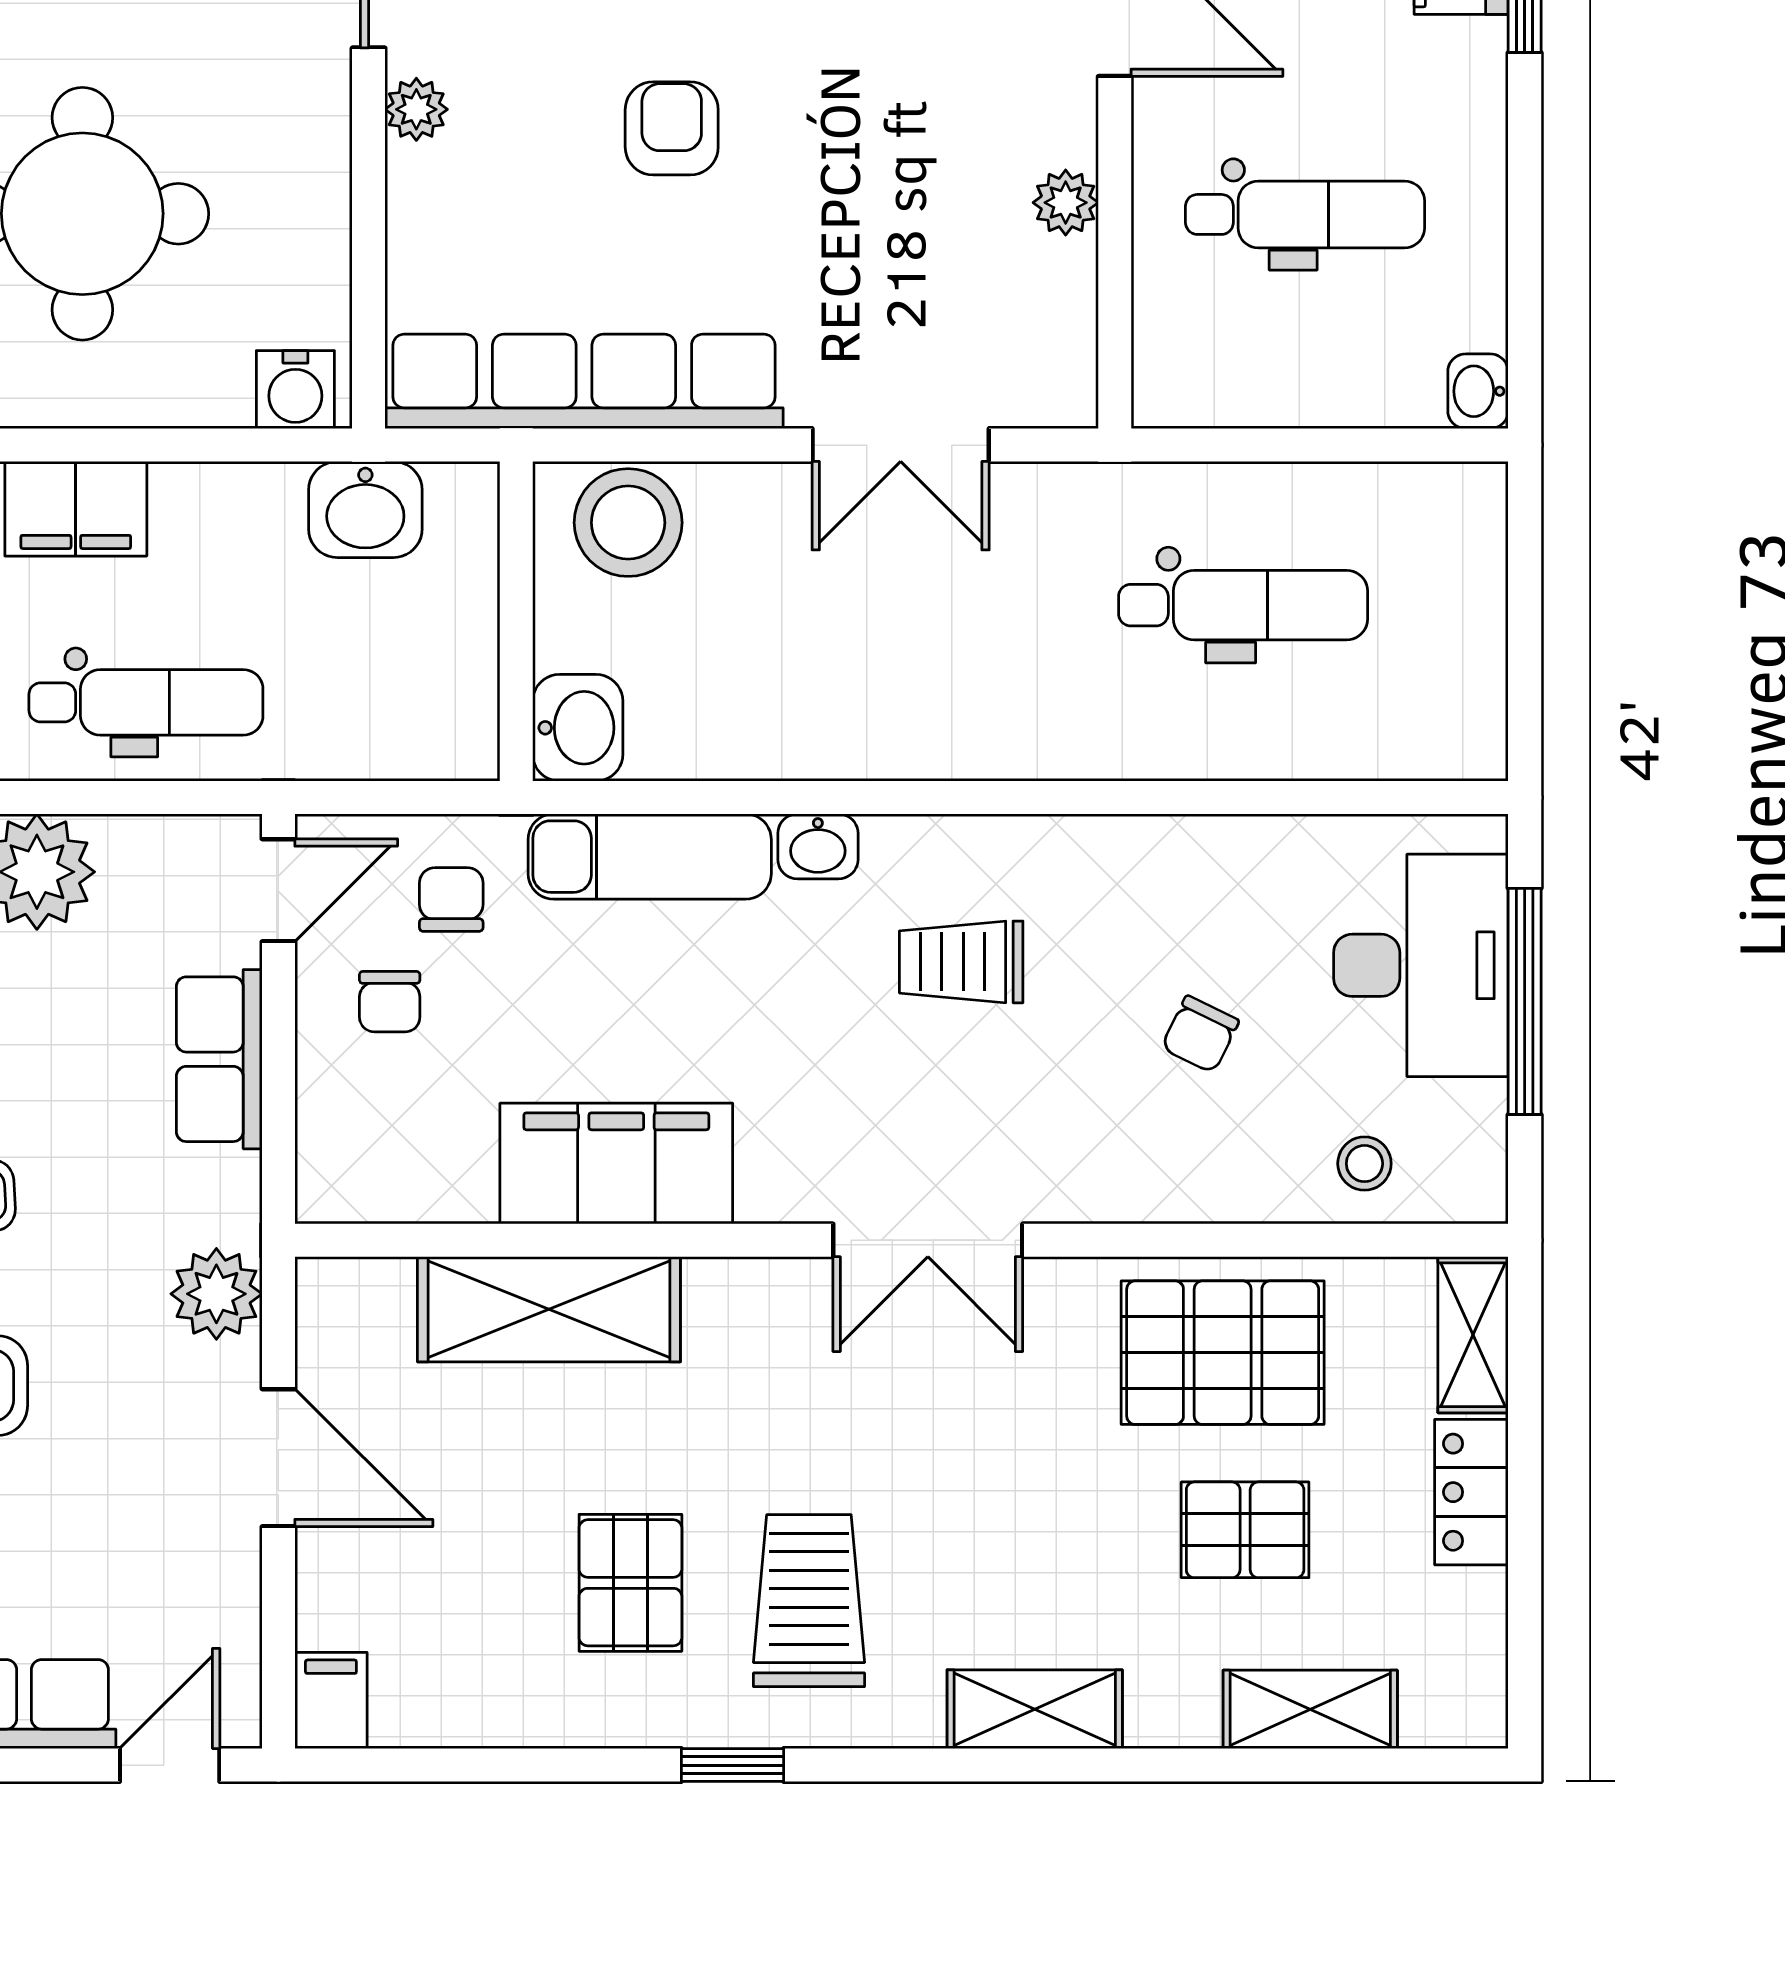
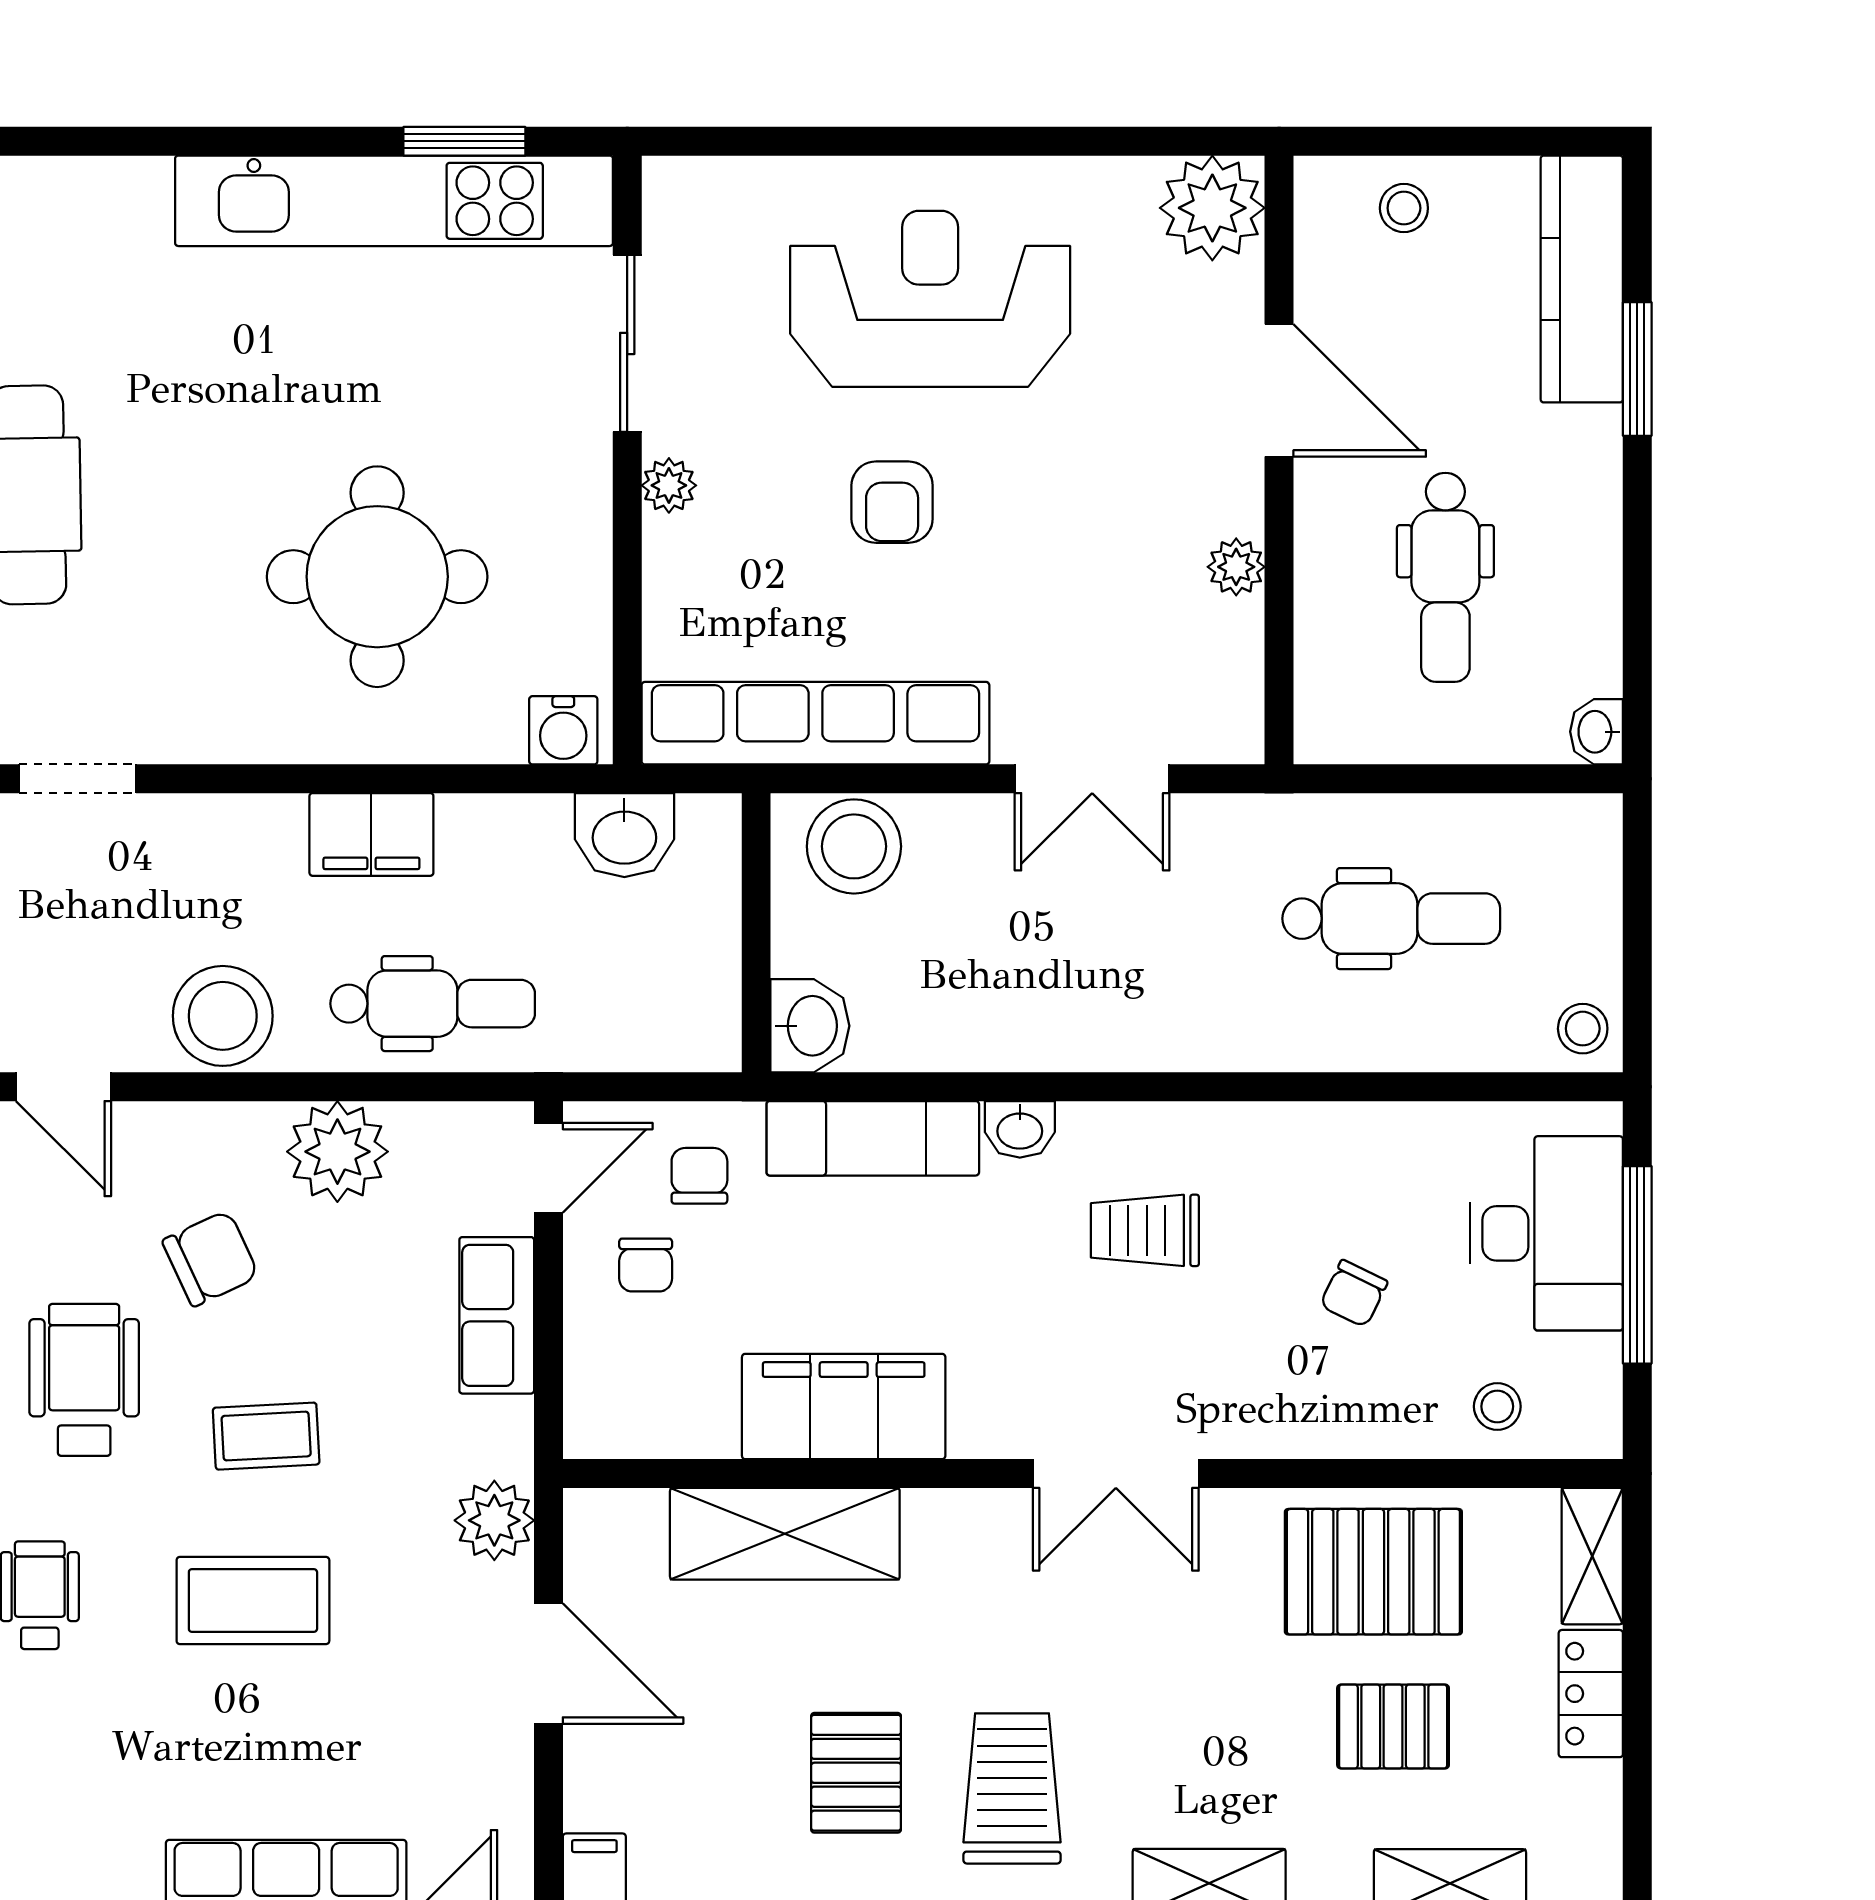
armchair: (672, 128) -> (892, 502), turned 180
dental chair: (1305, 214) -> (1445, 577), turned 90
stool: (1462, 731) -> (1583, 1029), added

